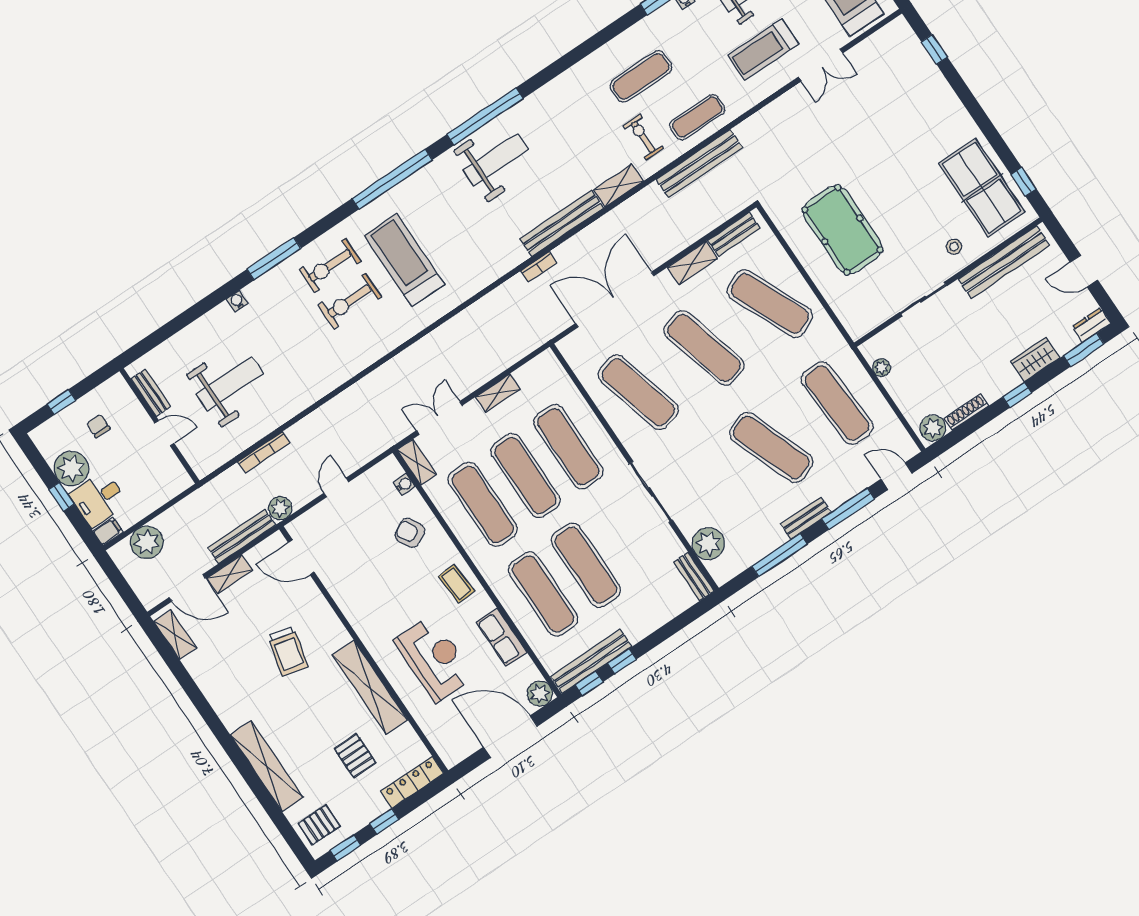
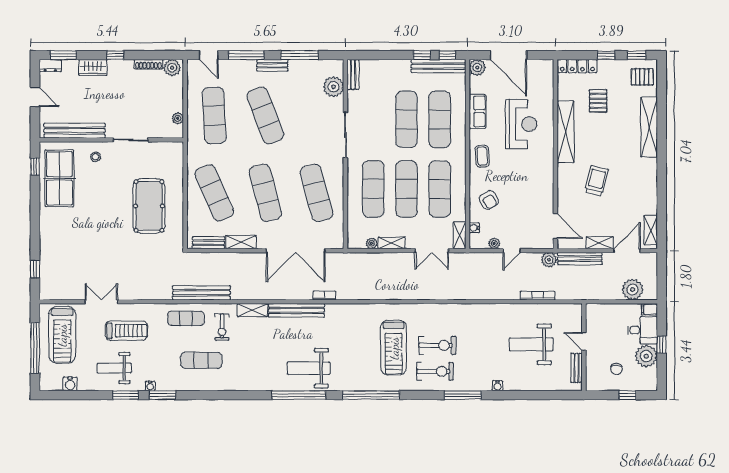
plant: (523, 375) -> (372, 243), added
plant: (365, 482) -> (494, 243), added
door: (188, 588) -> (627, 251), hinge flipped
reception desk: (434, 659) -> (521, 124), turned 180

